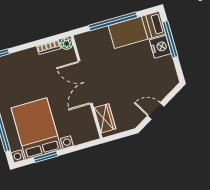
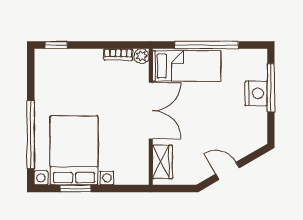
bed: (137, 30) -> (187, 66), moved, turned 180
double door: (85, 82) -> (151, 111), swing flipped

